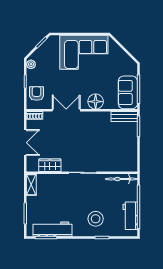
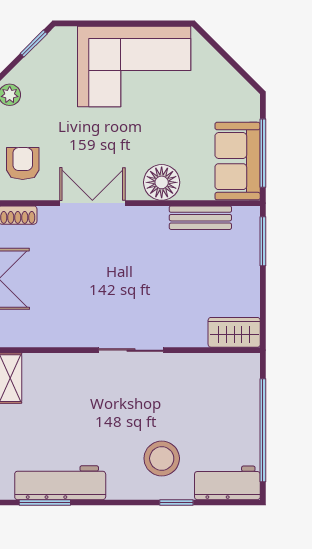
bench: (124, 116) -> (200, 218), moved
wardrobe: (50, 165) -> (234, 332), moved
bicycle: (121, 179) -> (222, 365), removed
workbench: (130, 216) -> (227, 483), moved, turned 90

